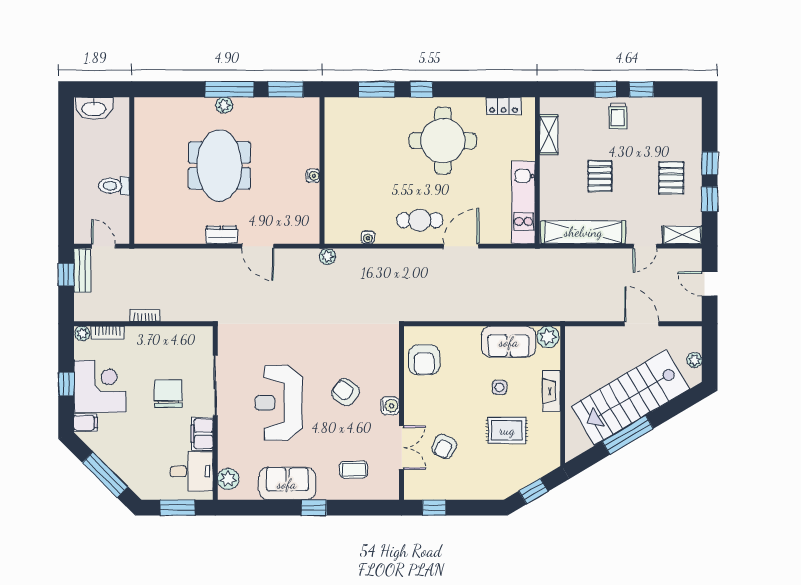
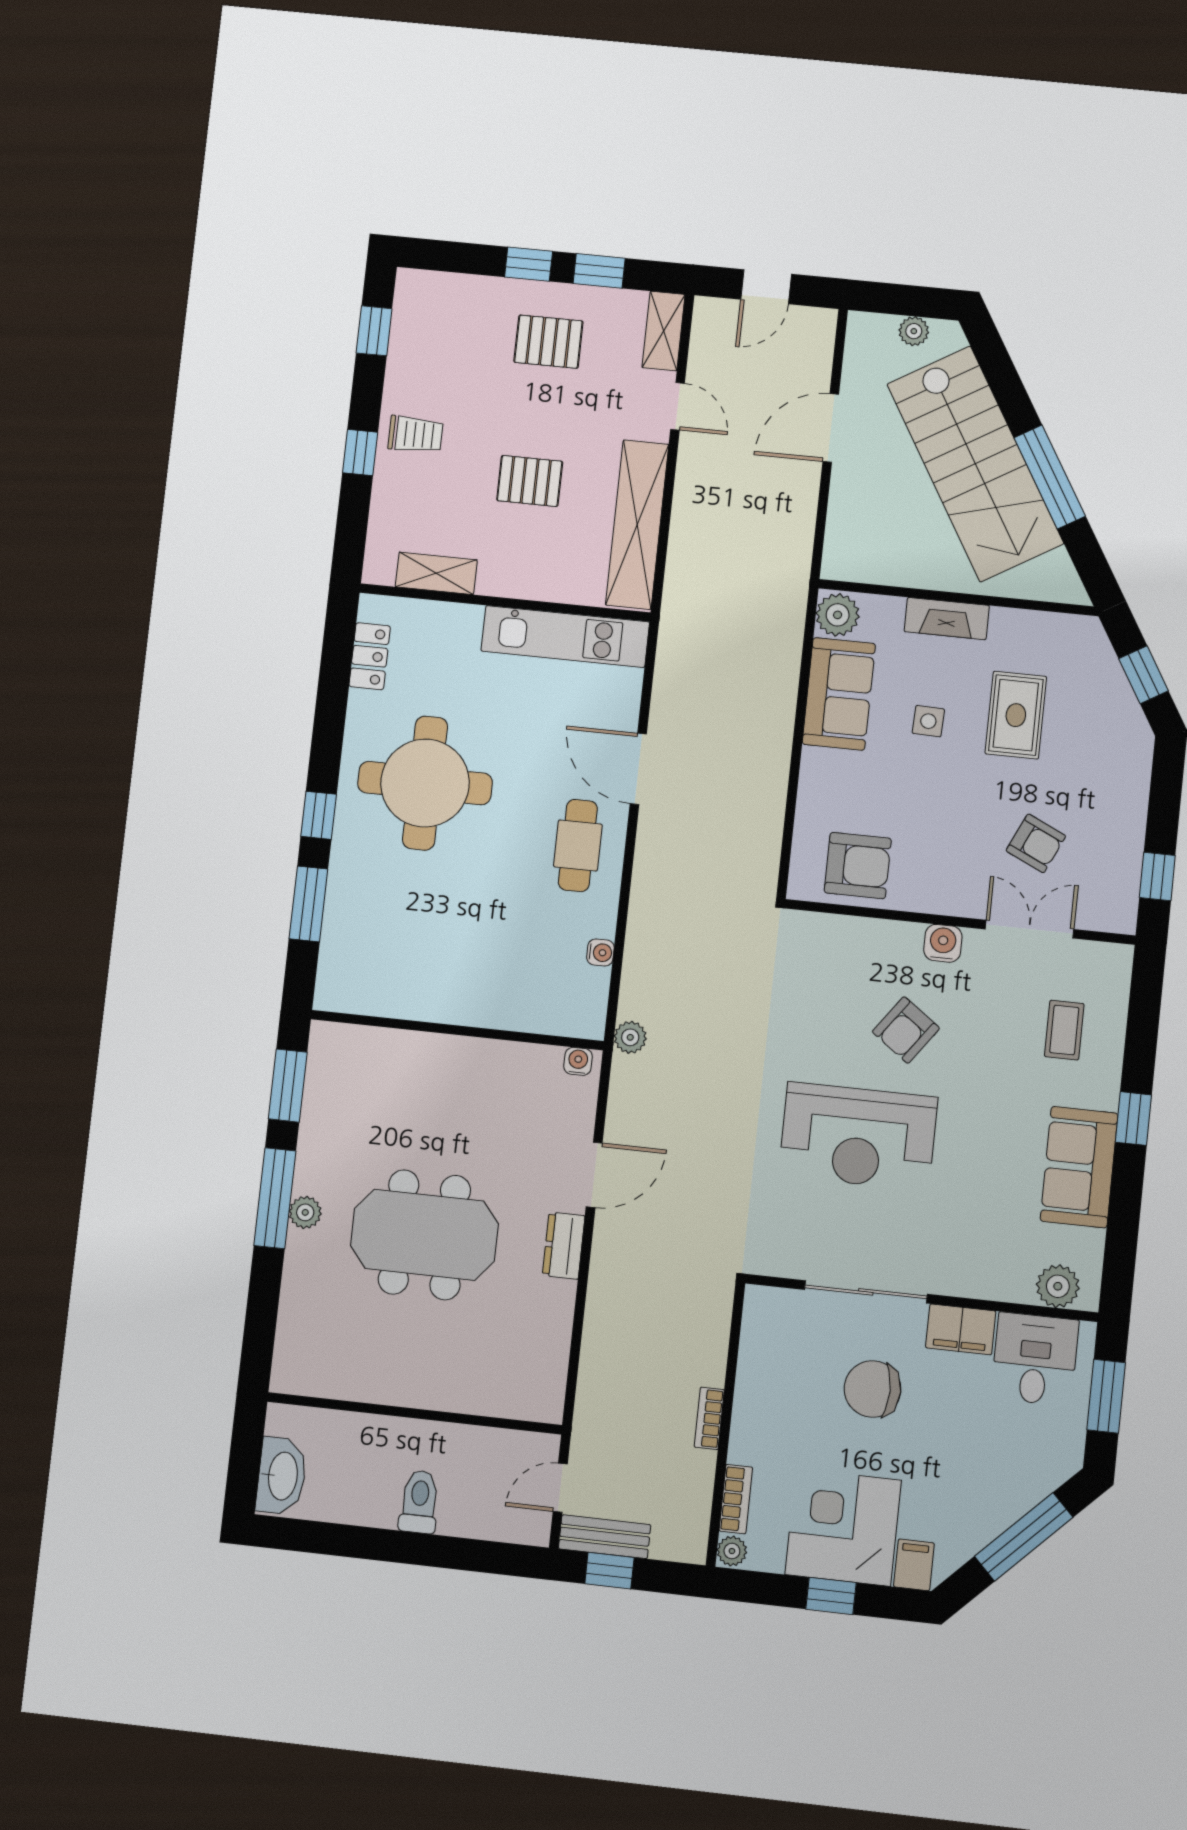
window: (642, 89) -> (374, 331), moved
water cooler: (313, 176) -> (578, 1061), moved
toilet: (114, 186) -> (419, 1502), moved, turned 180
reception desk: (279, 403) -> (858, 1136), moved

